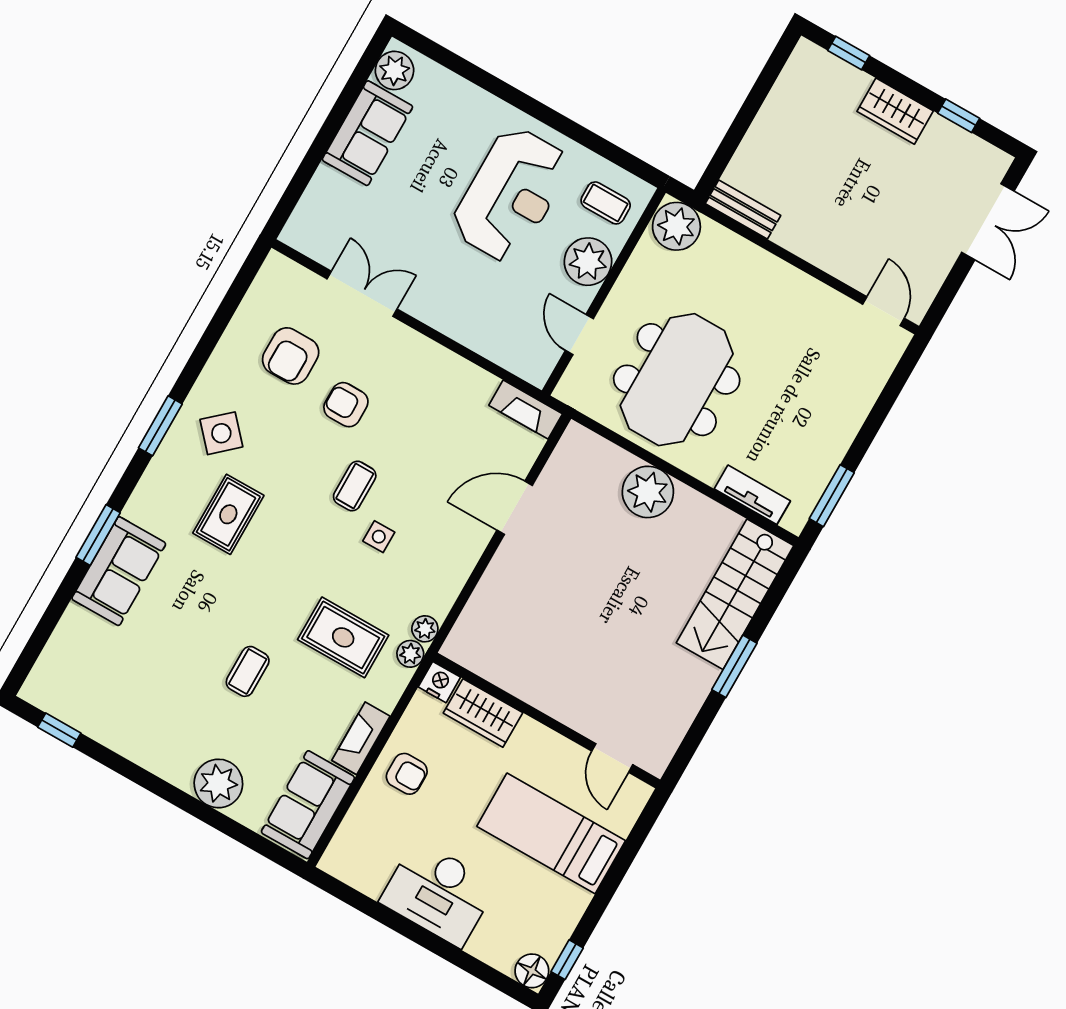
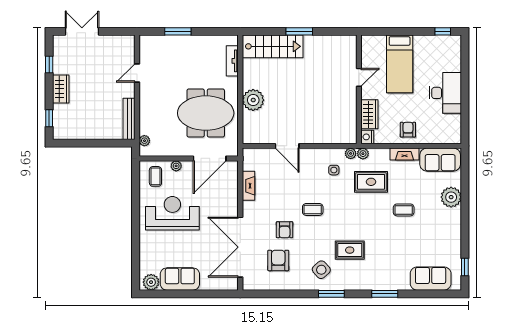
bench: (743, 210) -> (129, 119), width x1.36
plant: (676, 226) -> (144, 141), width x0.53, depth x0.53
plant: (588, 262) -> (176, 166), width x0.53, depth x0.53
double door: (362, 294) -> (240, 247), width x1.87
door: (883, 311) -> (137, 73), moved
door: (579, 335) -> (210, 158), width x1.88
armchair: (291, 356) -> (278, 260), turned -90
fireplace: (526, 410) -> (249, 186), moved
window: (832, 496) -> (178, 31), moved
side table: (379, 537) -> (334, 170), moved
sofa: (119, 571) -> (431, 279), moved
rug: (343, 637) -> (371, 182), turned 90
door: (612, 758) -> (359, 77), moved
floor lamp: (532, 971) -> (454, 42), removed

